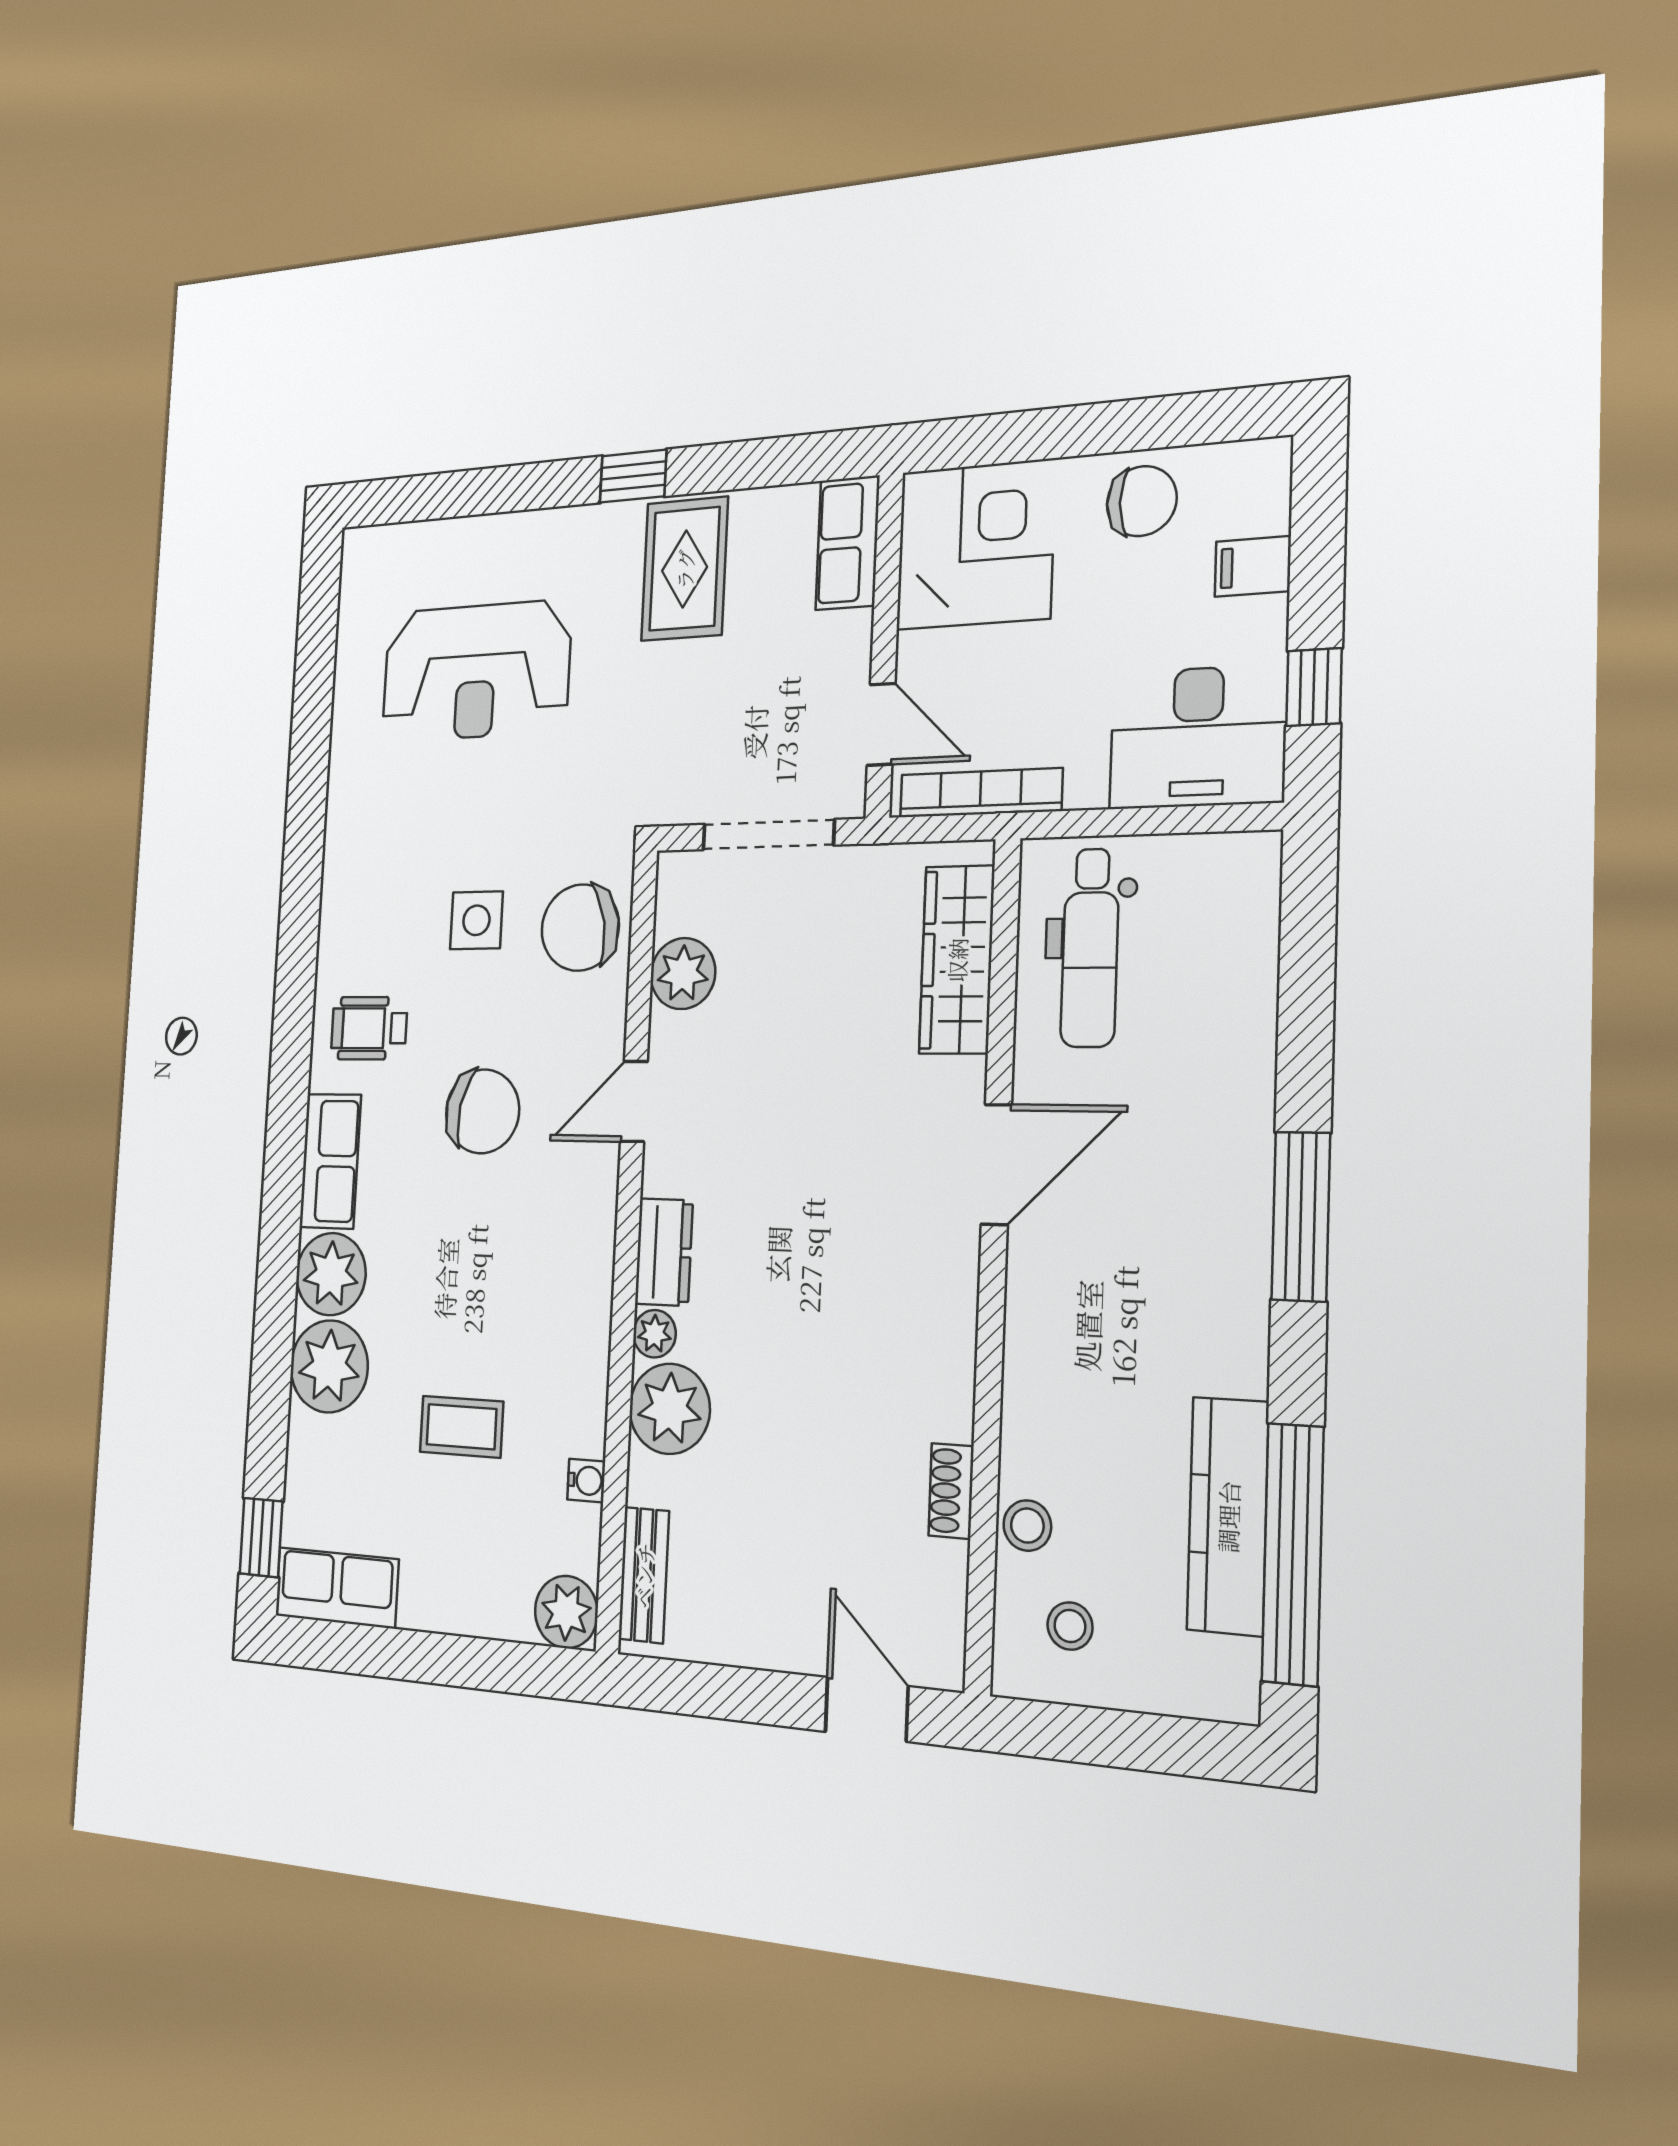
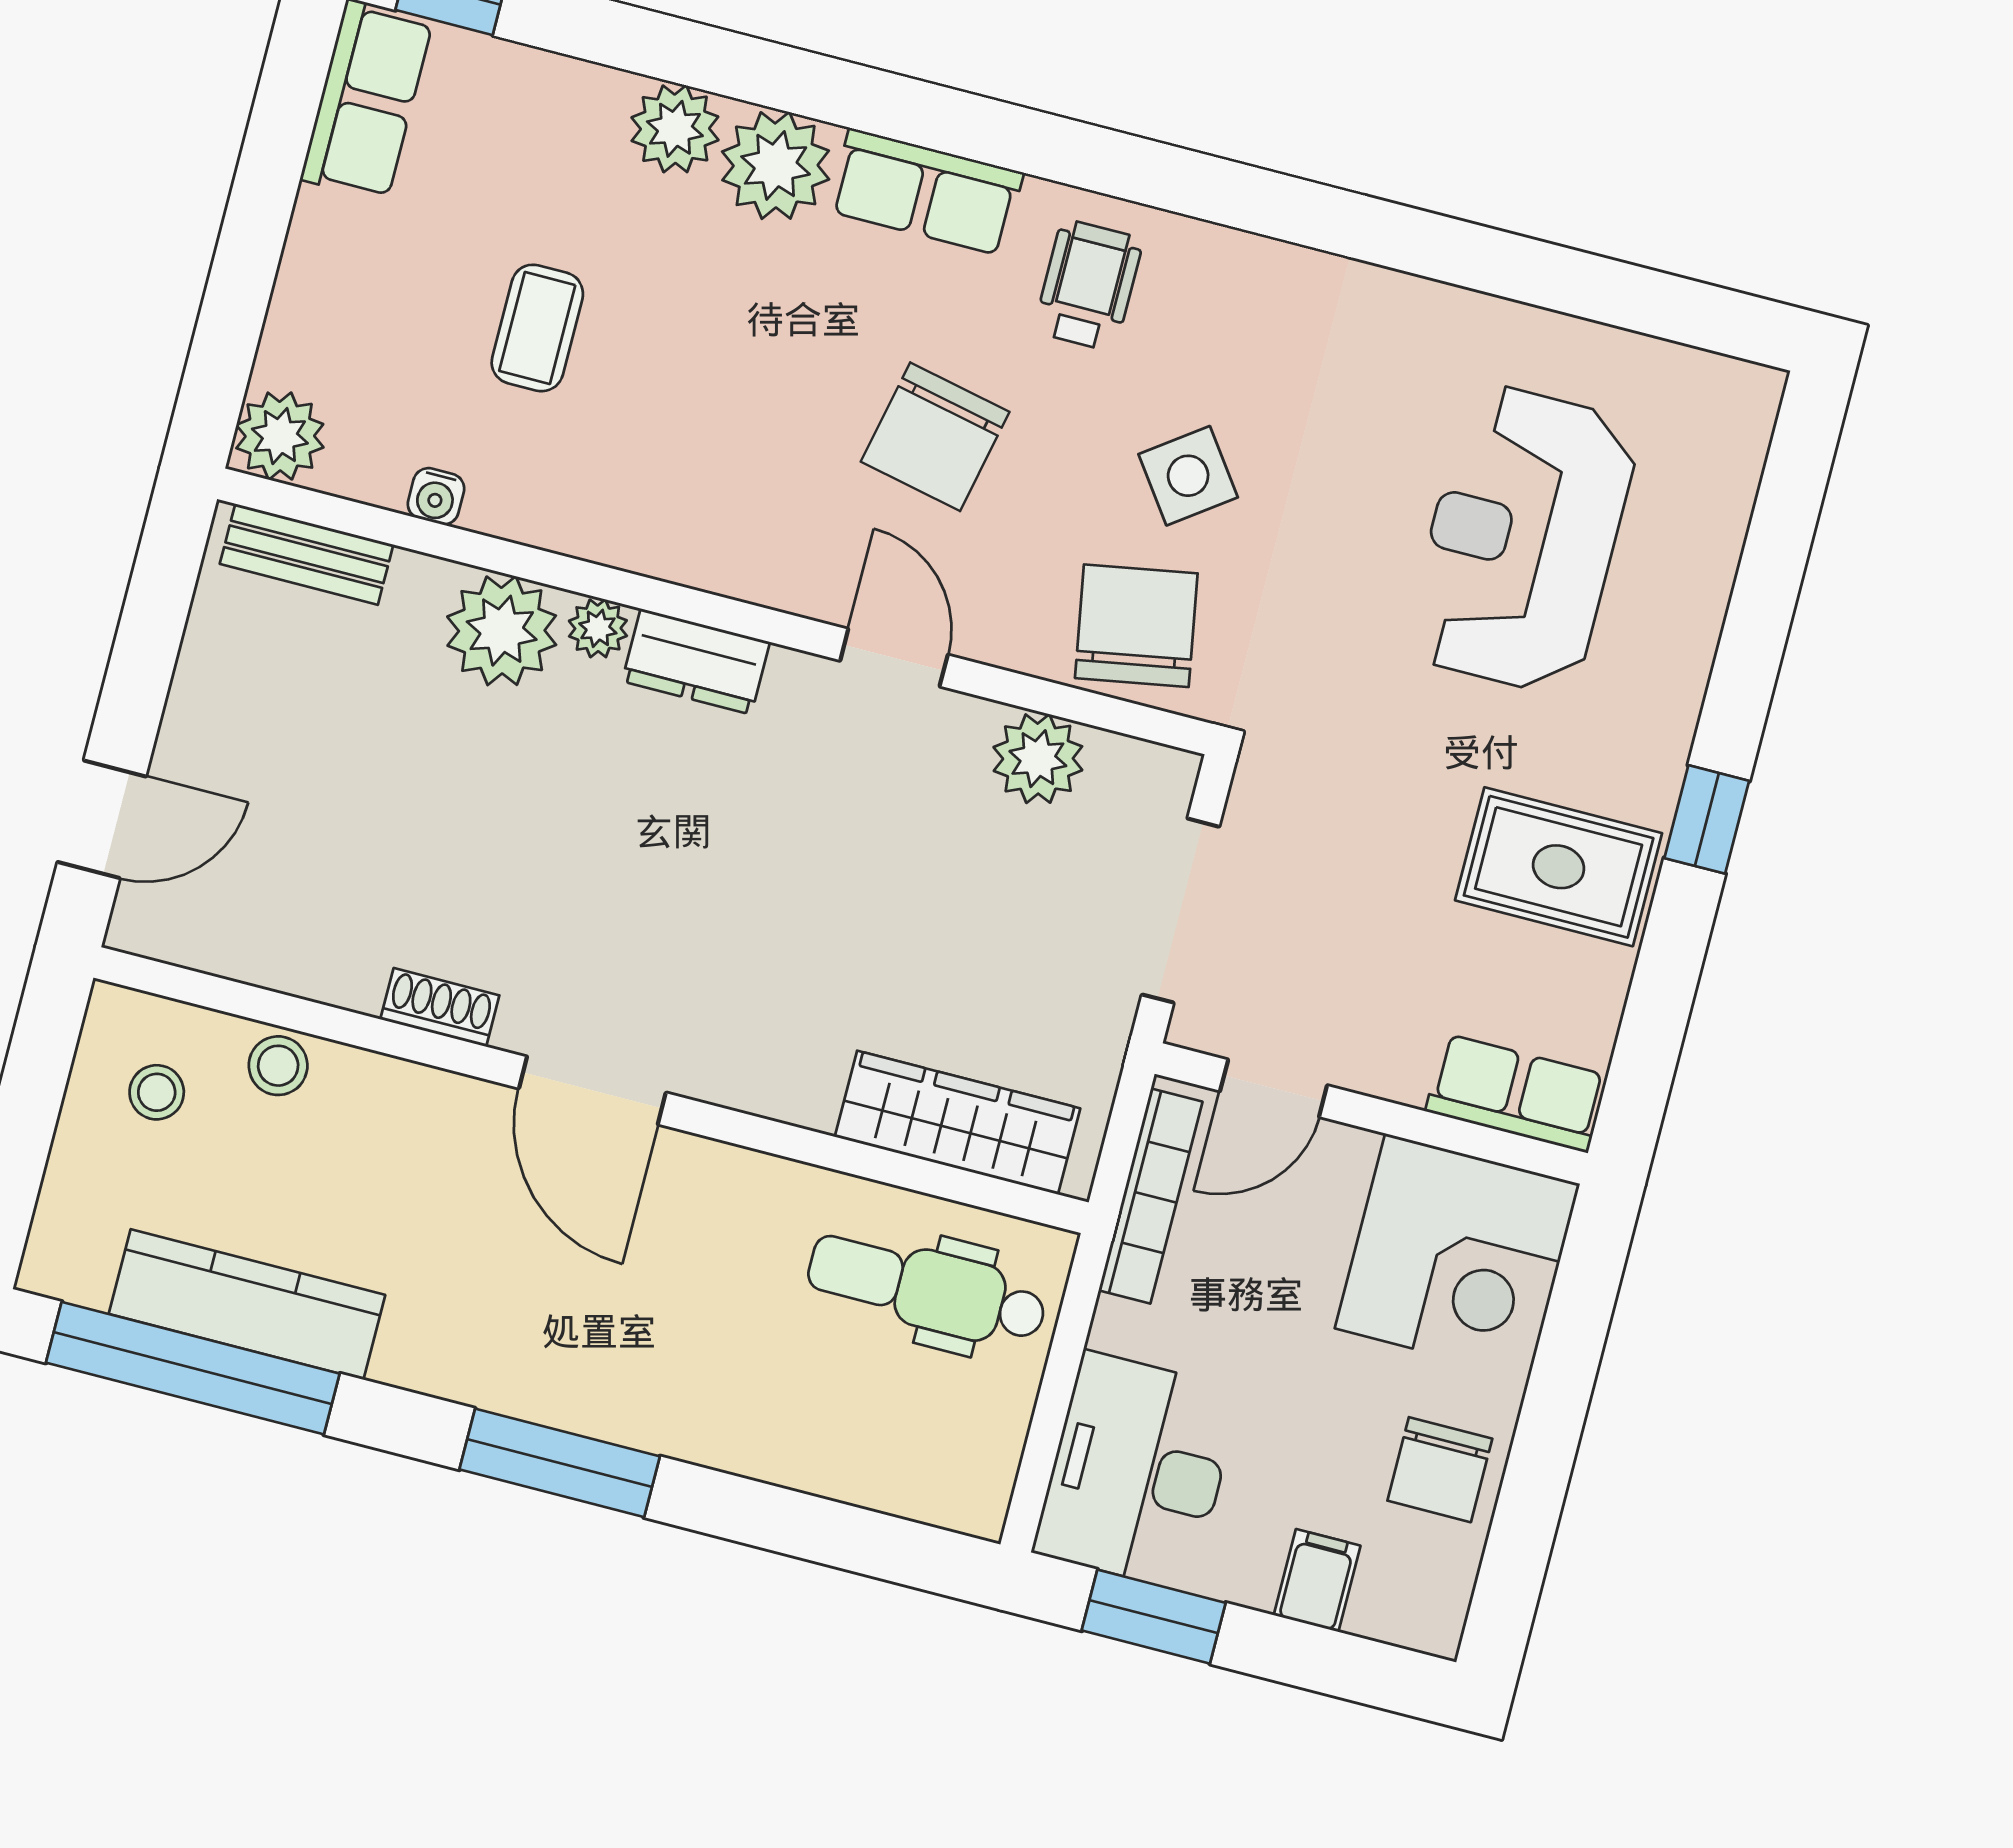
window: (1314, 687) -> (1154, 1617), width x1.50
side table: (476, 920) -> (1188, 476), turned -36
door: (996, 1165) -> (592, 1090), moved
plant: (329, 1366) -> (675, 129), width x0.73, depth x0.73
shoe rack: (951, 1491) -> (440, 1007), moved

